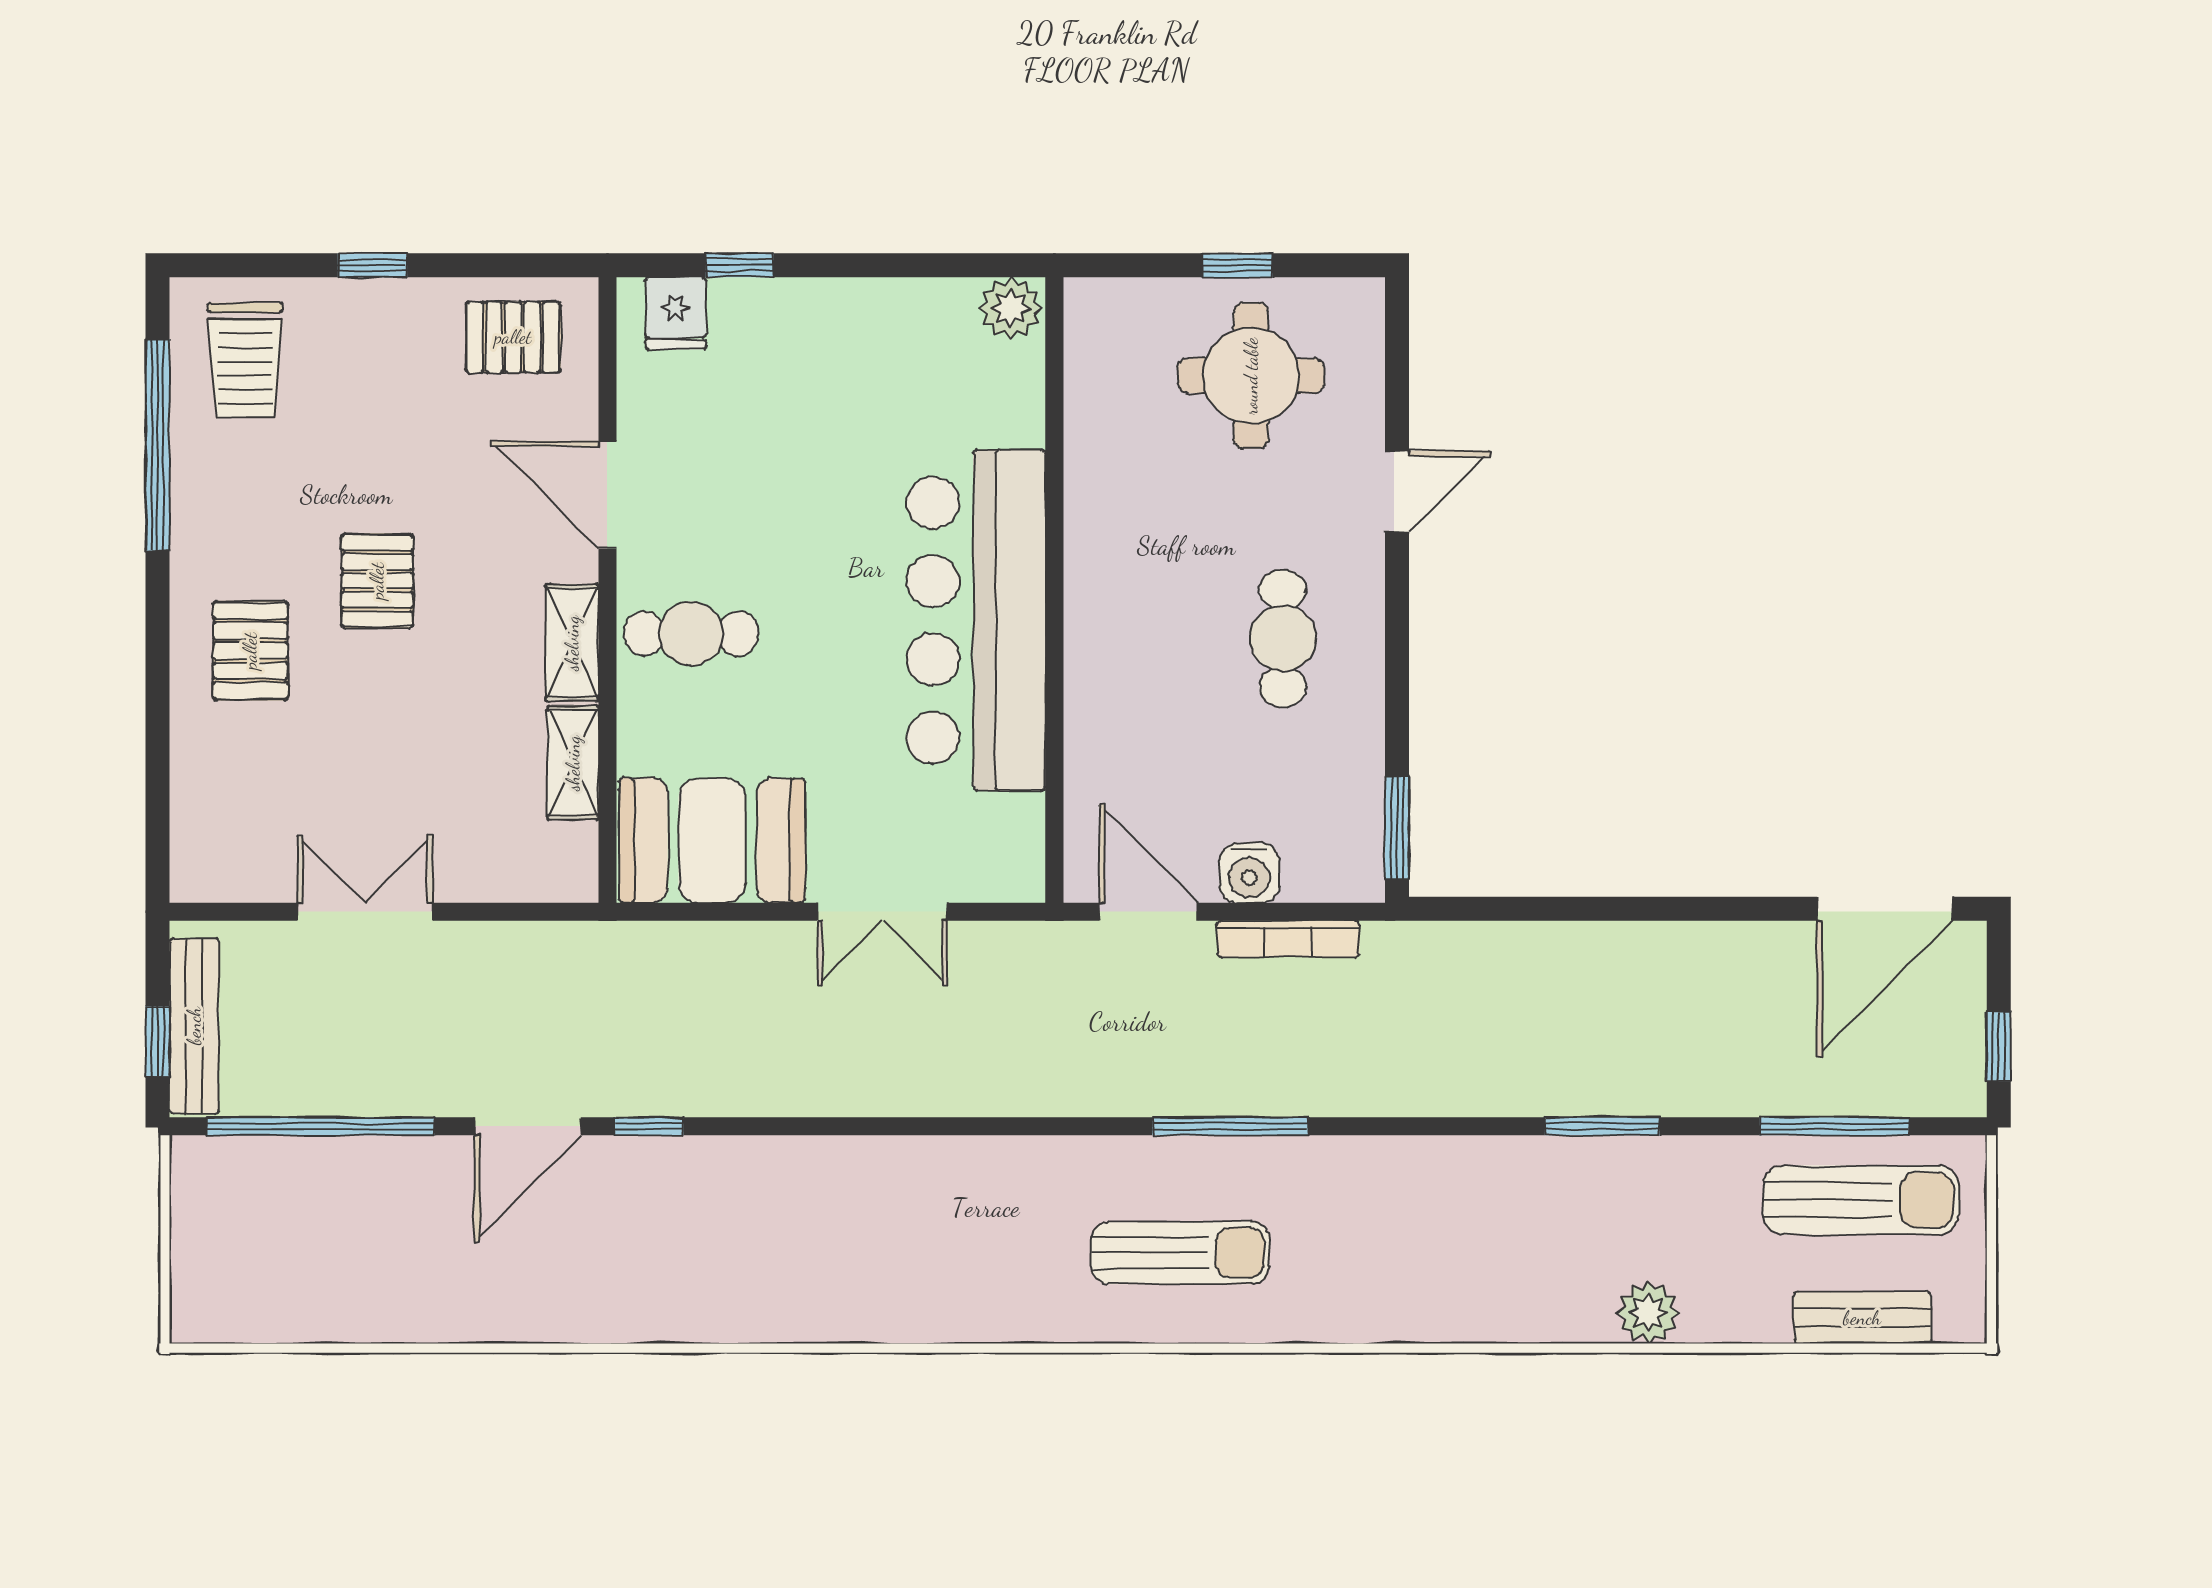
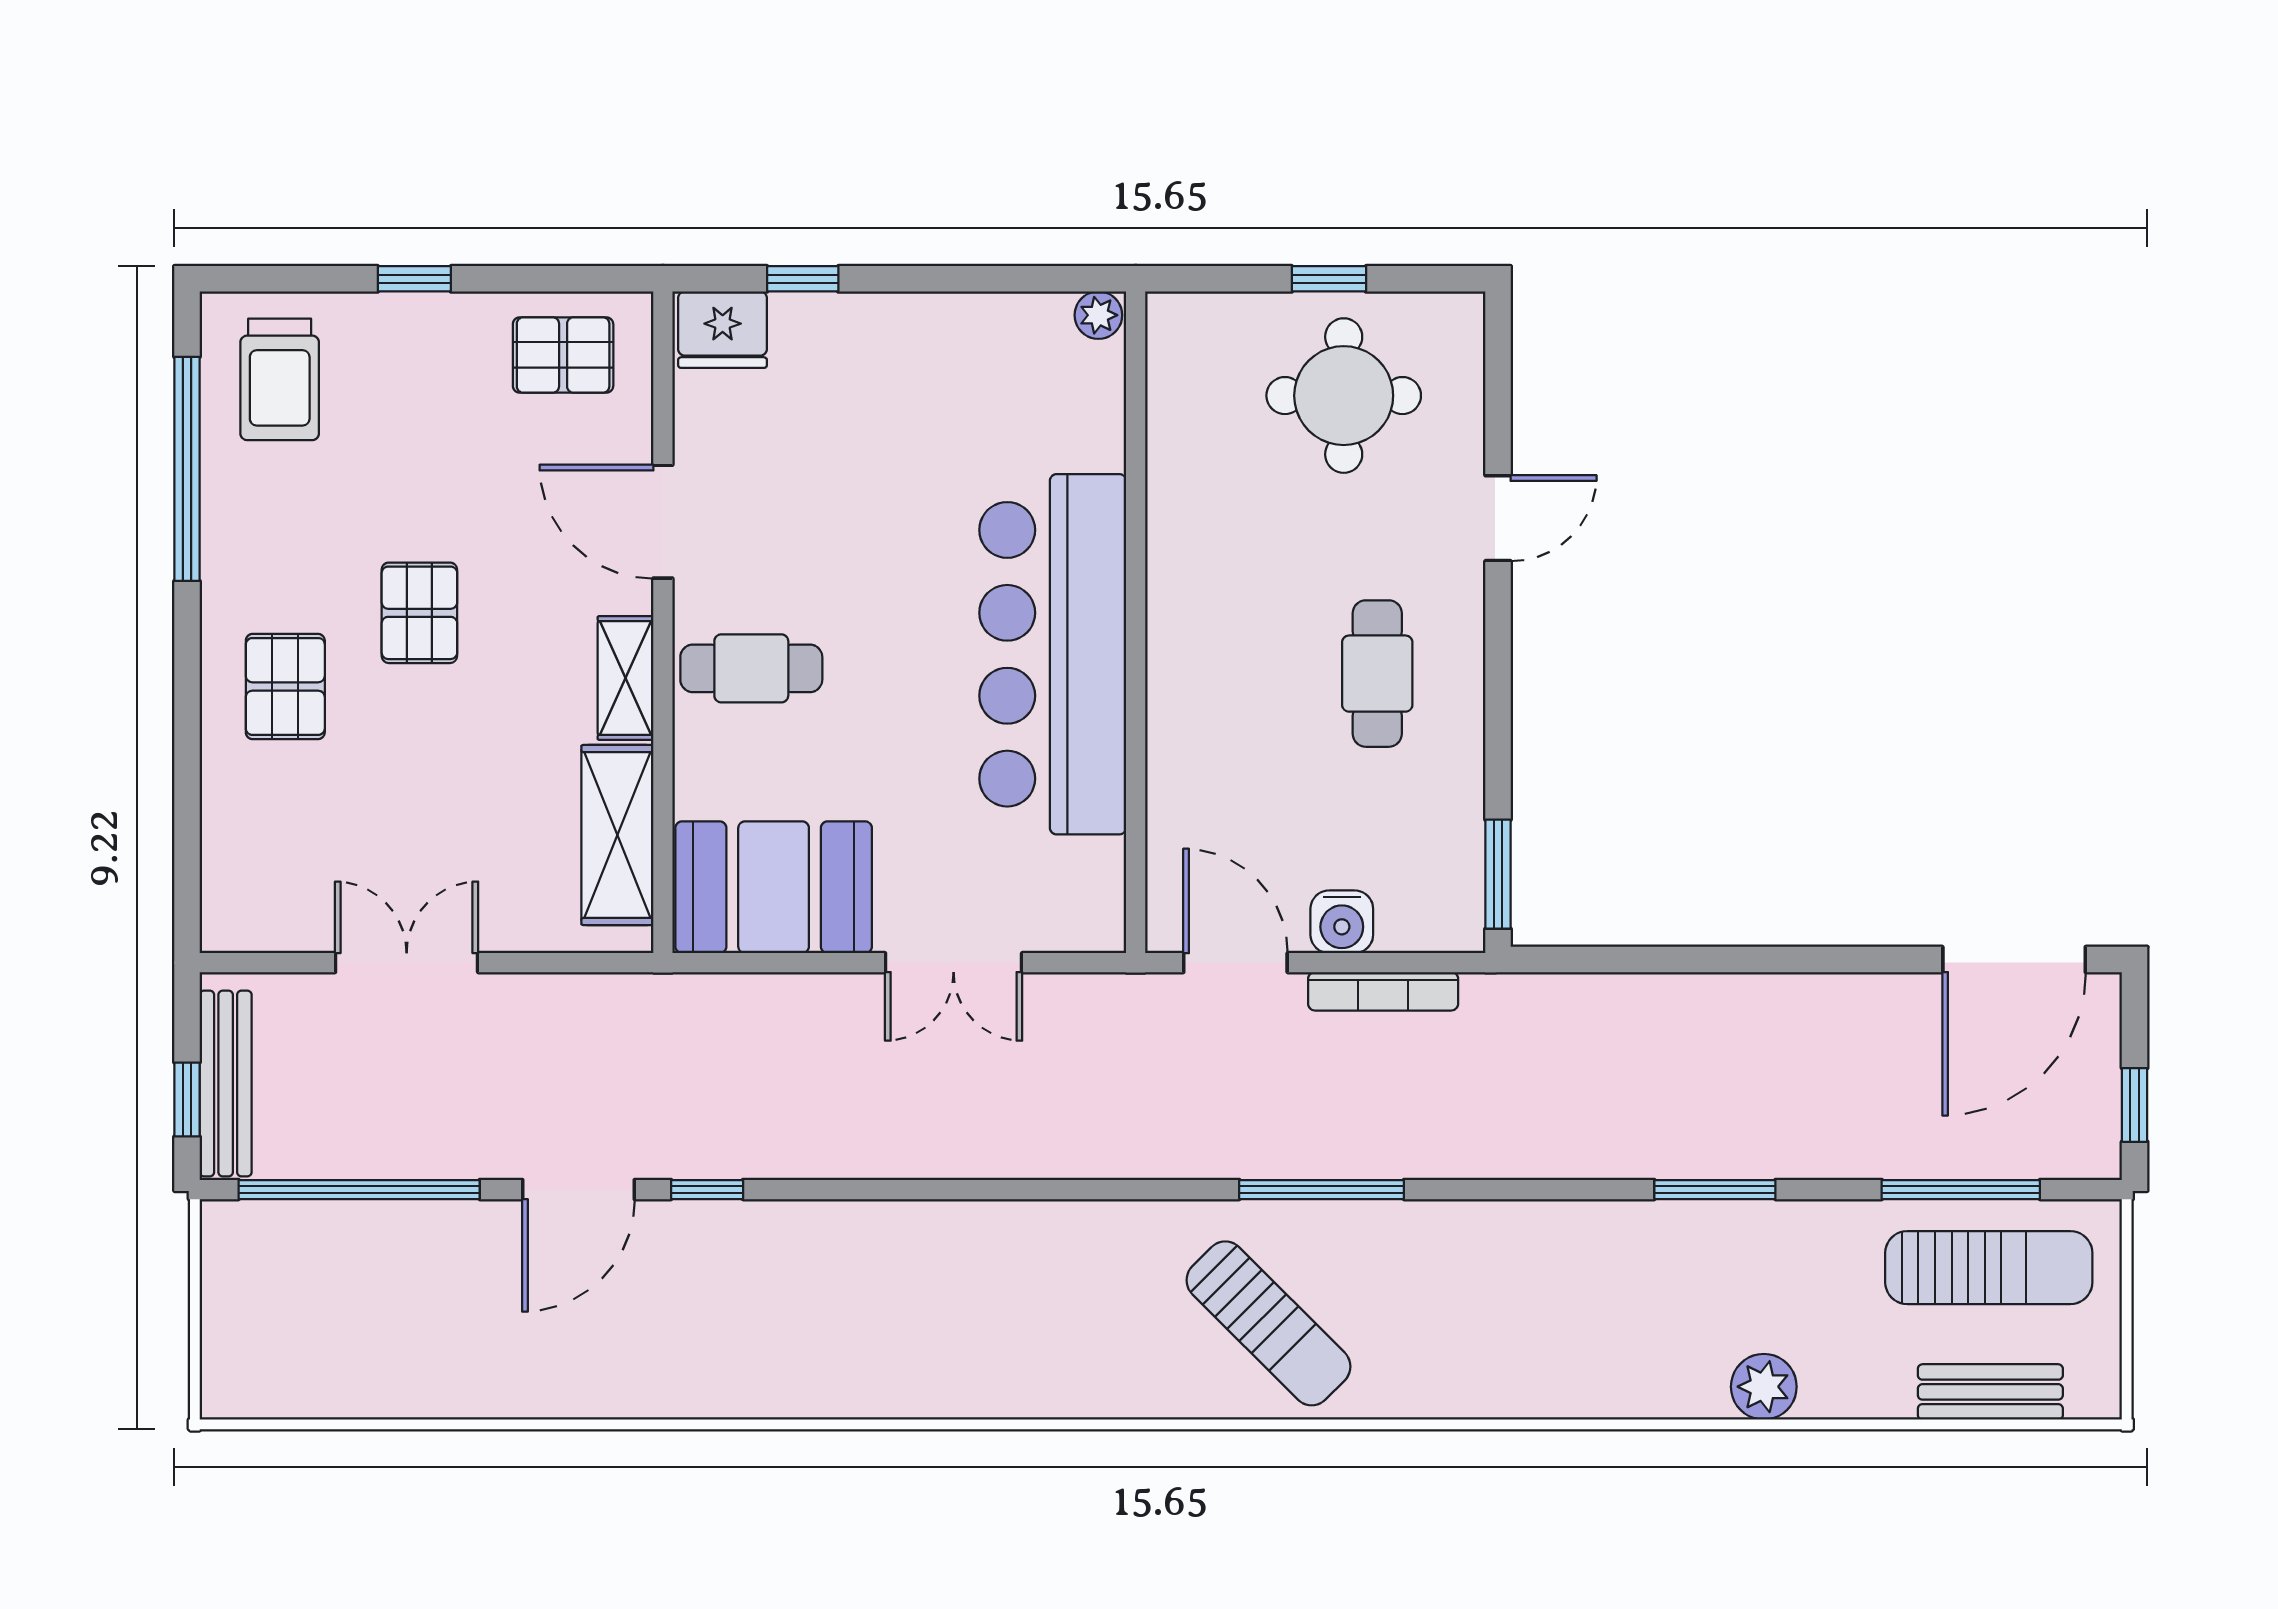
plant: (1011, 308) -> (1098, 315), width x0.73, depth x0.73
fridge: (676, 313) -> (723, 330), width x1.38
shelving: (573, 763) -> (617, 835), width x1.50, depth x1.33
sun lounger: (1180, 1253) -> (1268, 1323), turned 45

